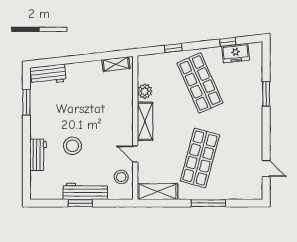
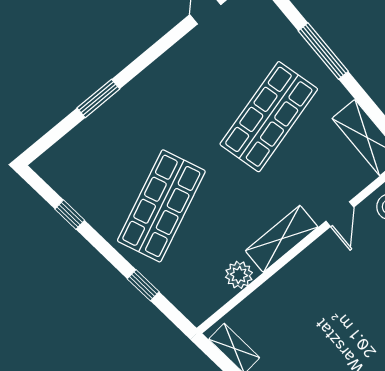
freezer: (236, 53) -> (76, 190), removed
shop shelf: (200, 158) -> (269, 117), turned -30

